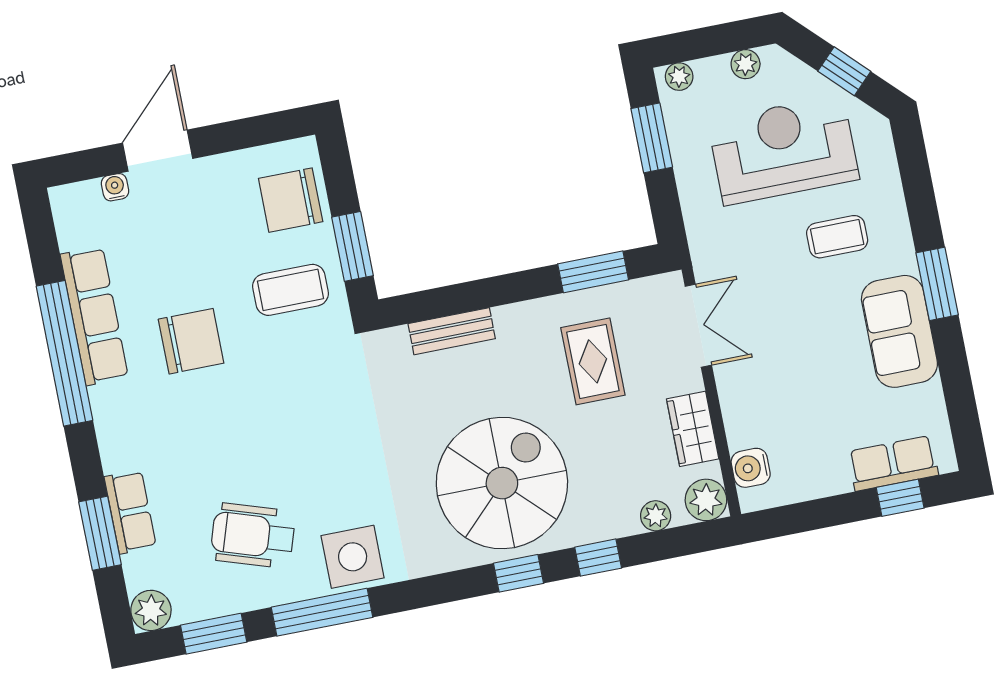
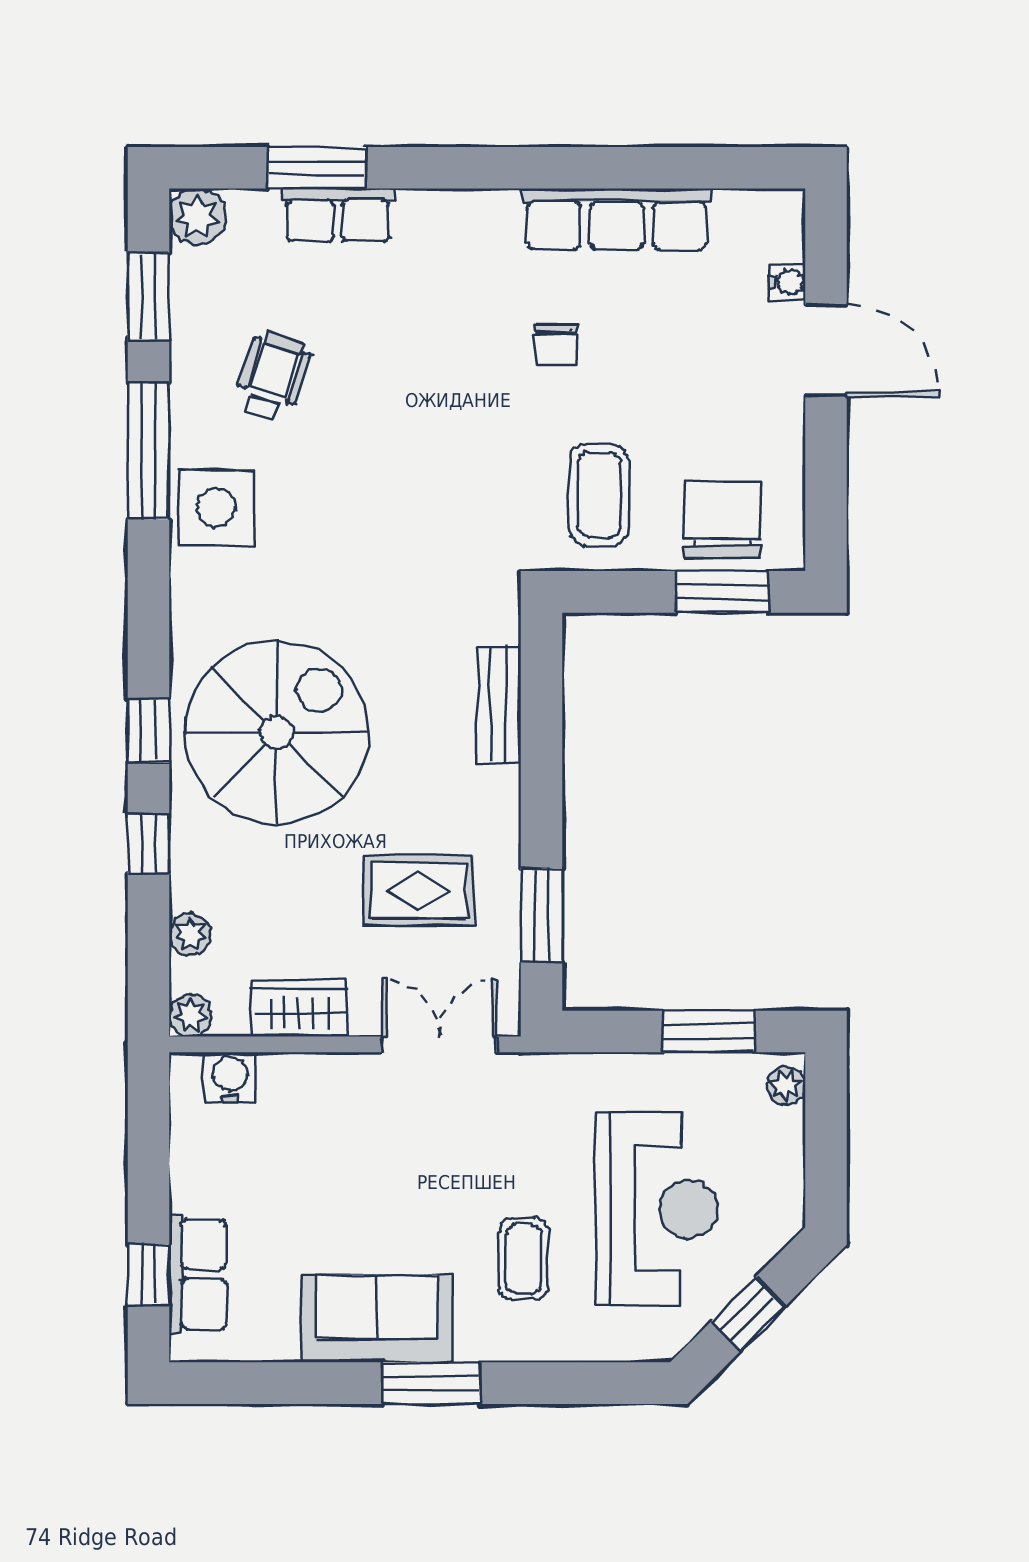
plant: (746, 64) -> (785, 1180), removed
window: (353, 246) -> (722, 592), moved
double door: (698, 326) -> (439, 1044), swing flipped
chair: (191, 341) -> (556, 345), width x0.54, depth x0.54
window: (64, 353) -> (573, 168), removed
spiral stairs: (502, 483) -> (277, 733), turned -90
plant: (706, 500) -> (190, 1016), width x0.73, depth x0.73
wheelchair: (253, 535) -> (273, 377), width x0.73, depth x0.73

